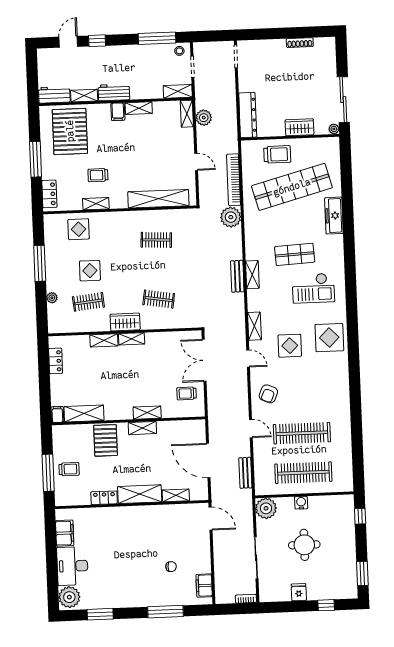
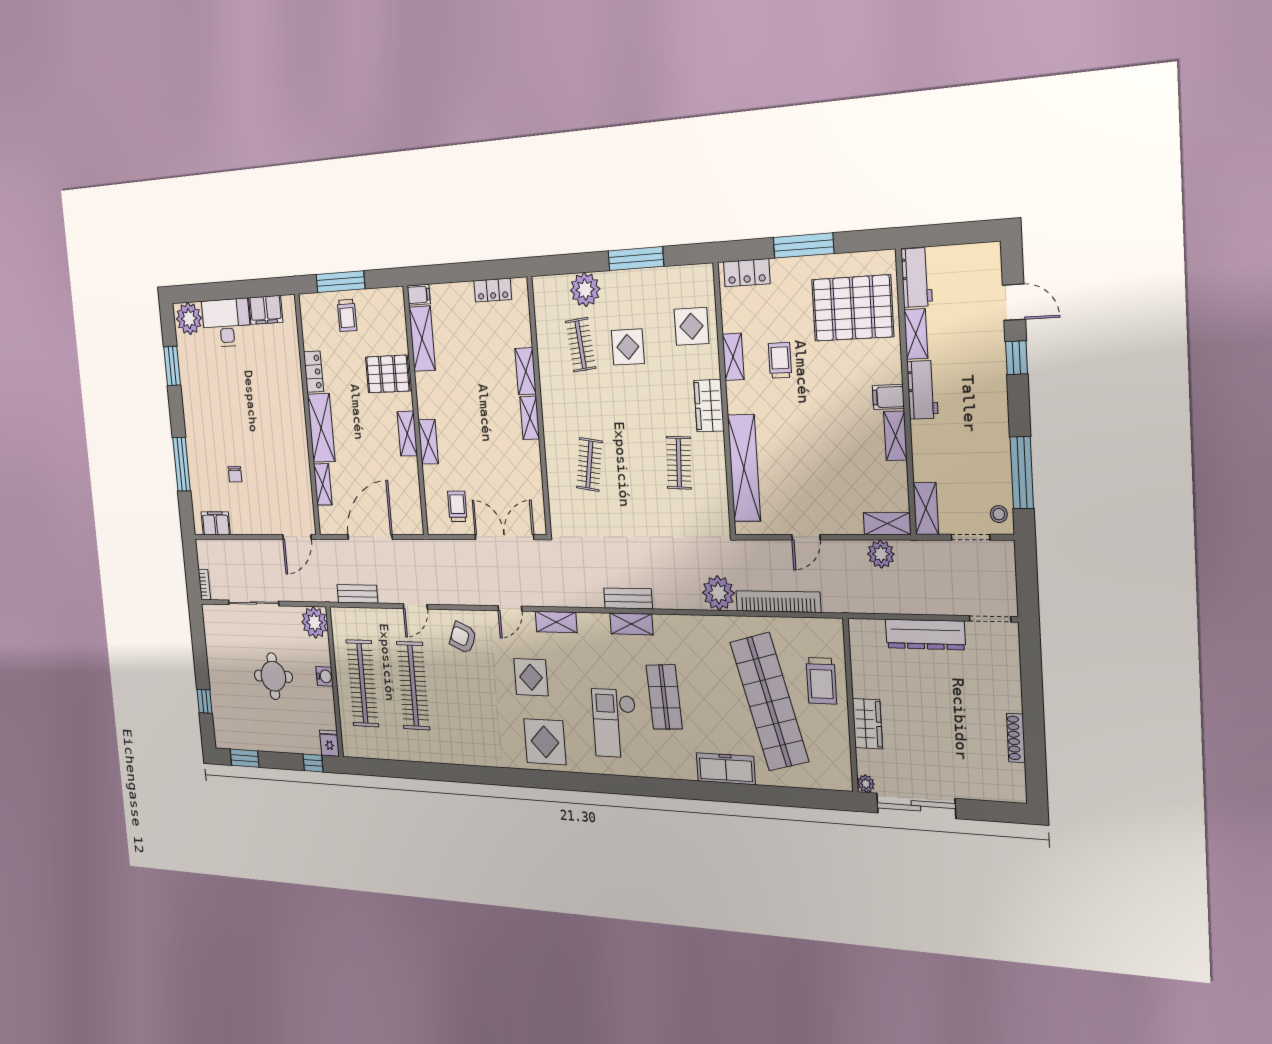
dresser: (248, 115) -> (925, 634), moved
plant: (52, 298) -> (585, 290), width x1.87, depth x1.87
wardrobe: (125, 322) -> (709, 406), moved, turned 180
fridge: (299, 592) -> (330, 743), moved, turned -90

